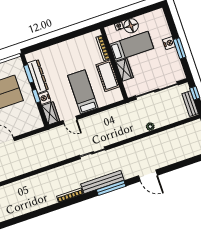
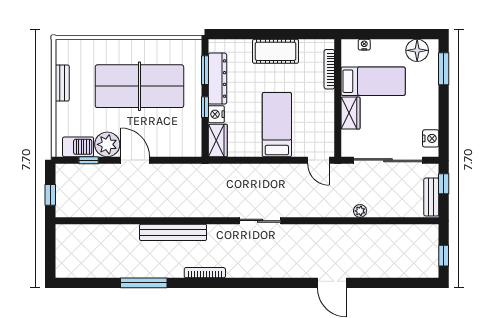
floor lamp: (131, 26) -> (417, 50), moved
nightstand: (169, 43) -> (431, 138), moved
window: (180, 48) -> (444, 69), moved
cot: (108, 76) -> (276, 51), moved, turned 90
door: (70, 120) -> (318, 160), moved
bench: (102, 182) -> (173, 232), moved
window: (111, 188) -> (144, 283), moved

